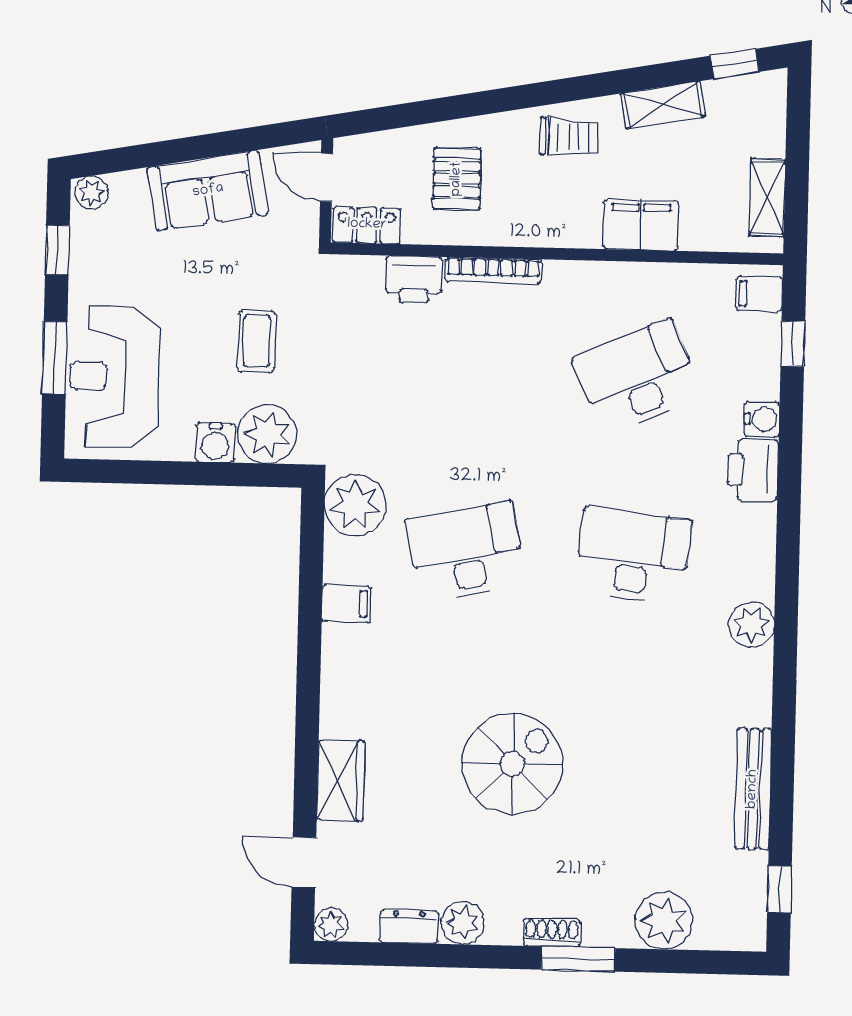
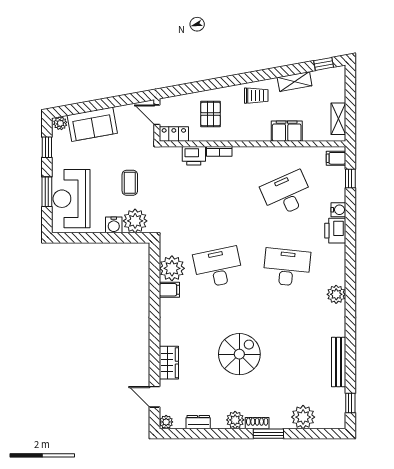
sofa: (208, 191) -> (92, 124), moved
bookcase: (493, 270) -> (219, 151), width x0.64
plant: (355, 505) -> (172, 268), moved
plant: (463, 923) -> (235, 420), moved

